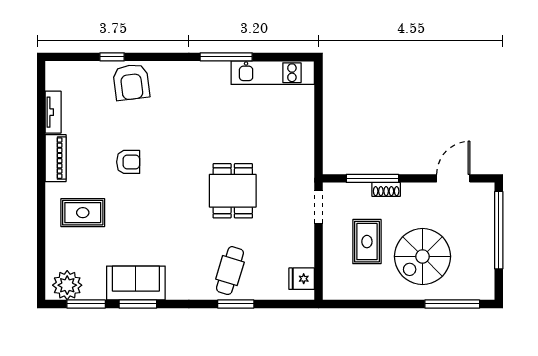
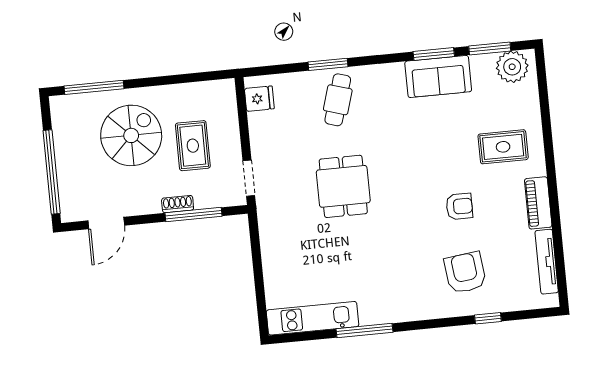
armchair: (131, 82) -> (465, 273), moved
tv unit: (53, 112) -> (547, 262), width x1.41
armchair: (128, 162) -> (459, 206), turned 180

